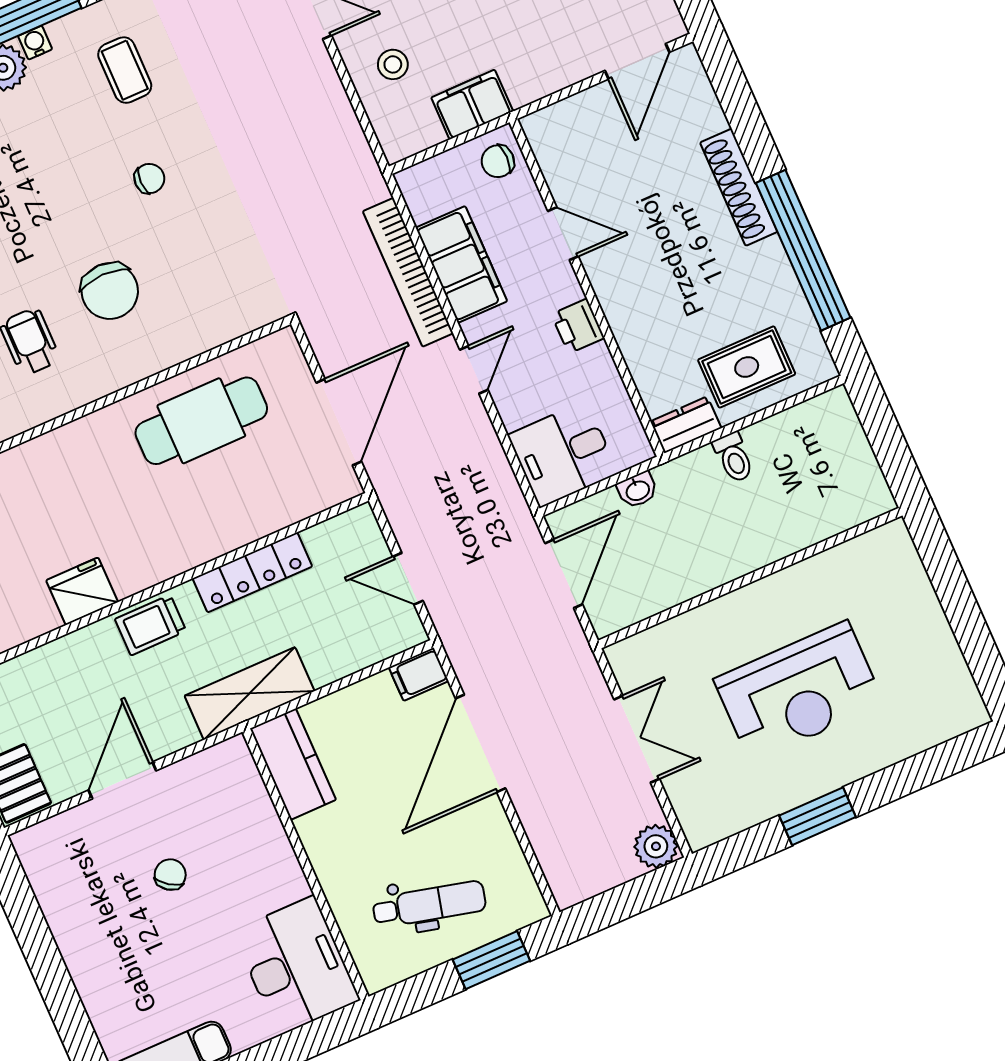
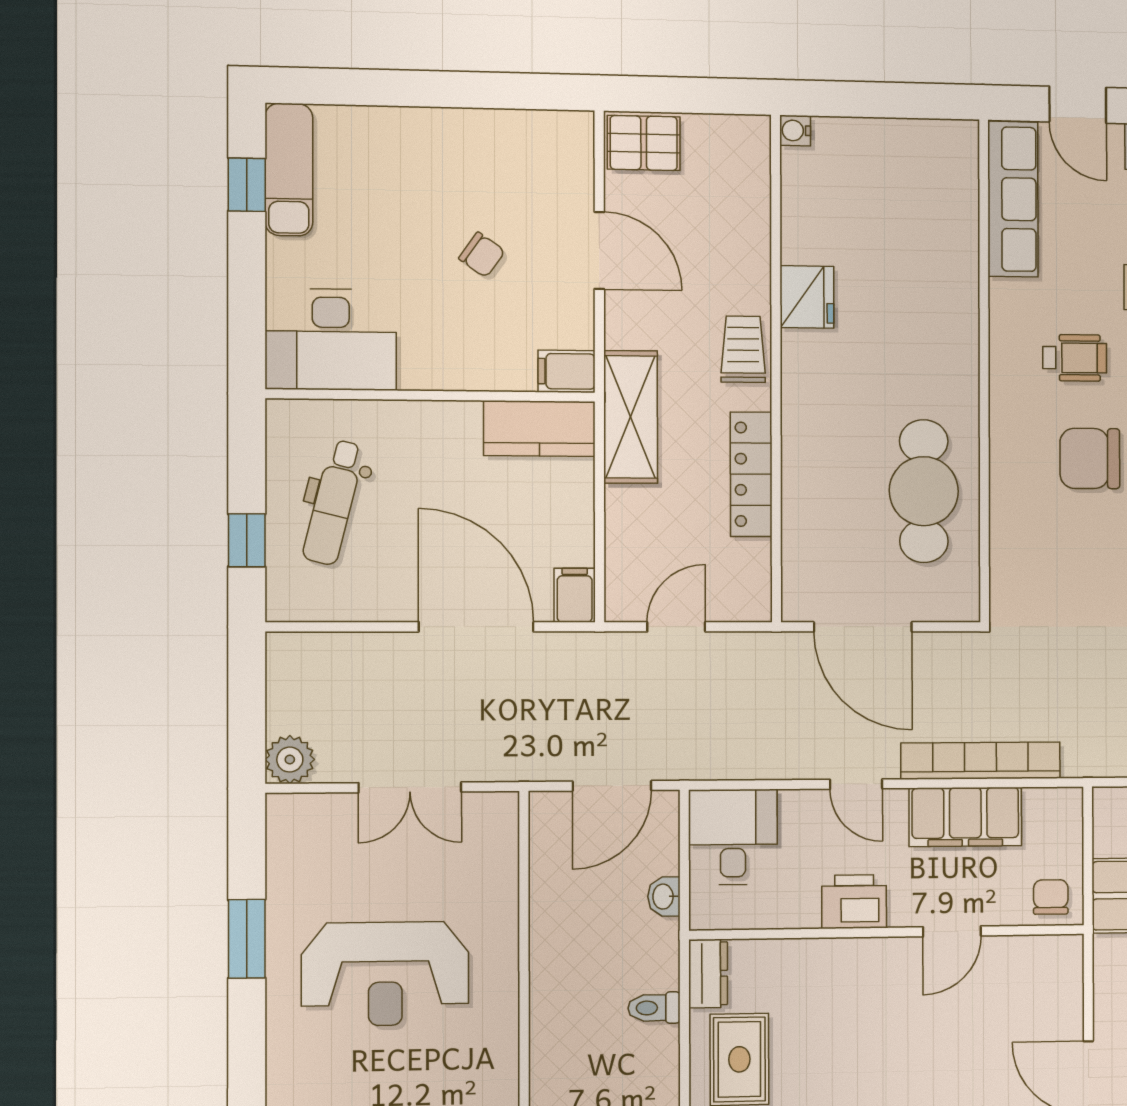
printer: (578, 326) -> (854, 902), width x1.36, depth x1.24
door: (564, 574) -> (612, 786), hinge flipped
reception desk: (799, 691) -> (385, 974), turned -90
filing cabinet: (235, 763) -> (567, 371), added
window: (491, 960) -> (247, 540), width x0.67

